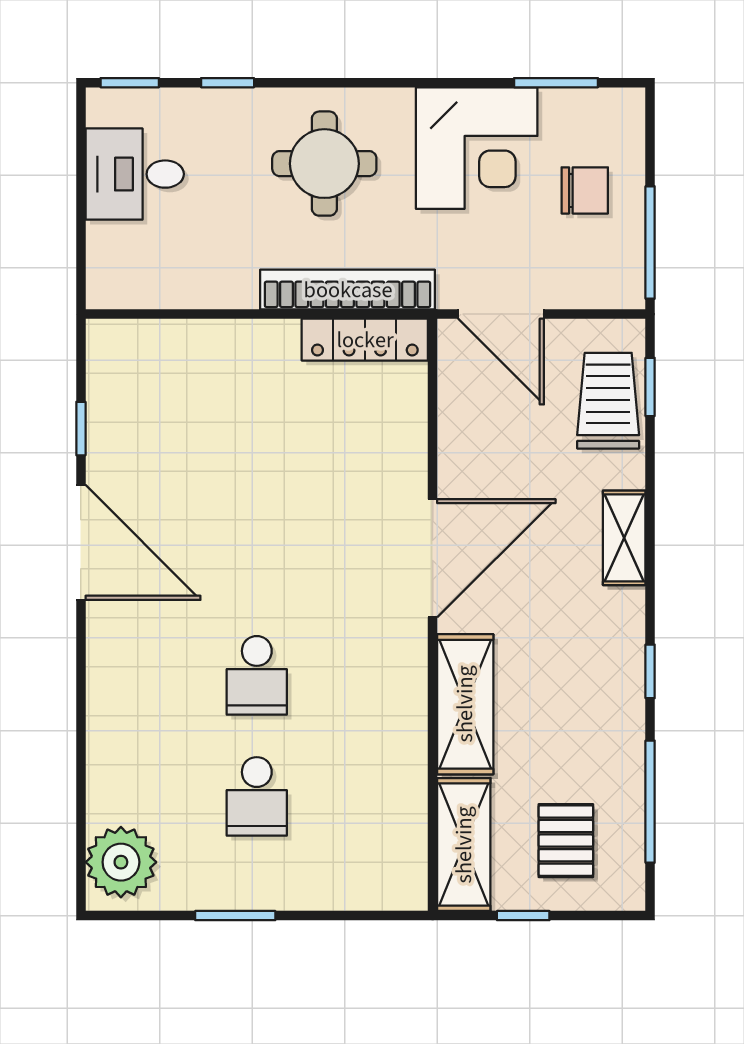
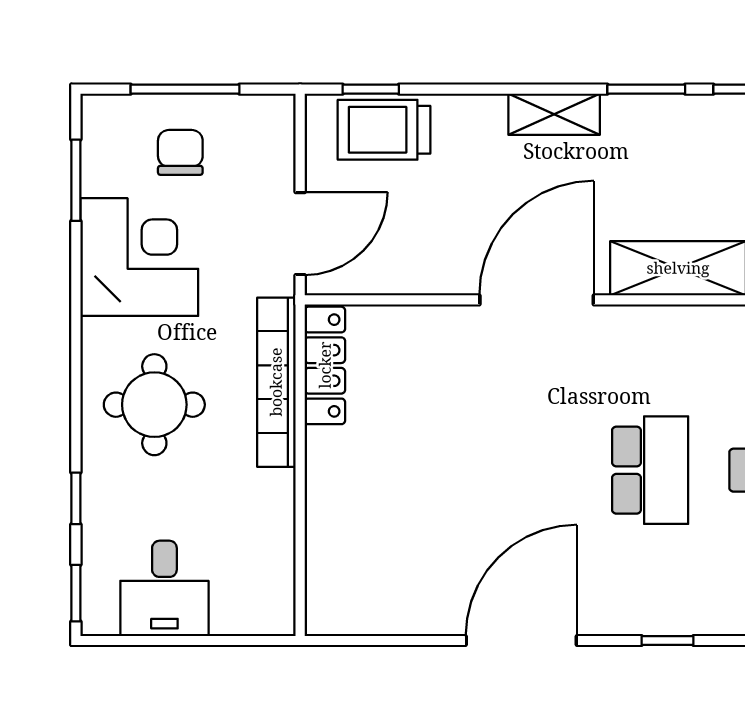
window: (650, 243) -> (185, 89), moved
window: (81, 429) -> (668, 640), moved
shelving: (624, 538) -> (554, 114), moved
door: (433, 558) -> (537, 300), hinge flipped
window: (650, 671) -> (646, 89), width x1.50
school desk: (257, 675) -> (650, 470), width x1.85

